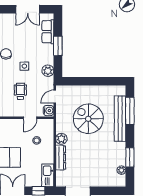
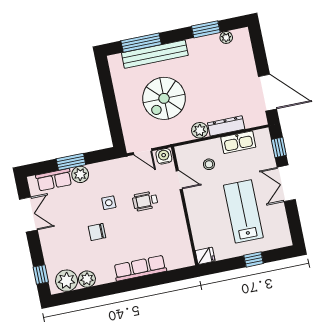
plant: (48, 71) -> (80, 174), moved
kitchen sink: (48, 175) -> (238, 142), moved

